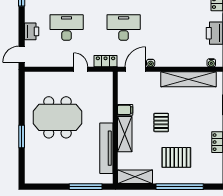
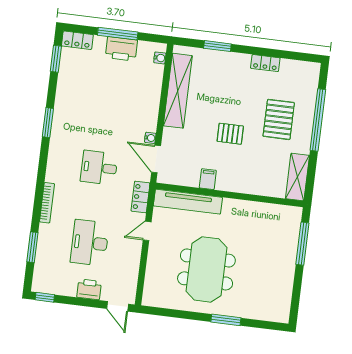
desk: (124, 28) -> (99, 168), width x0.73
shelving: (125, 134) -> (240, 184), removed
tv unit: (106, 148) -> (188, 202), moved

